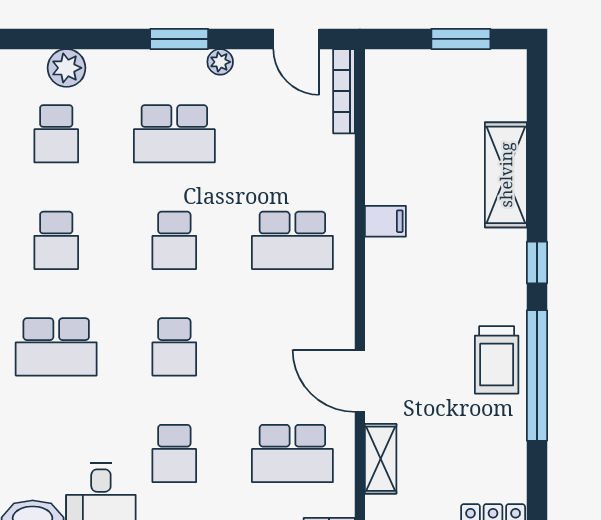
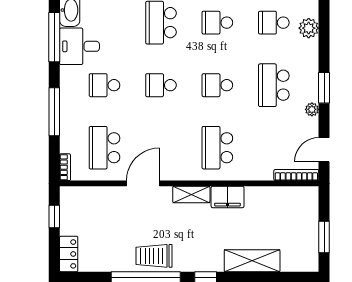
filing cabinet: (385, 221) -> (228, 197), width x2.00
shelving: (381, 459) -> (191, 194), moved

